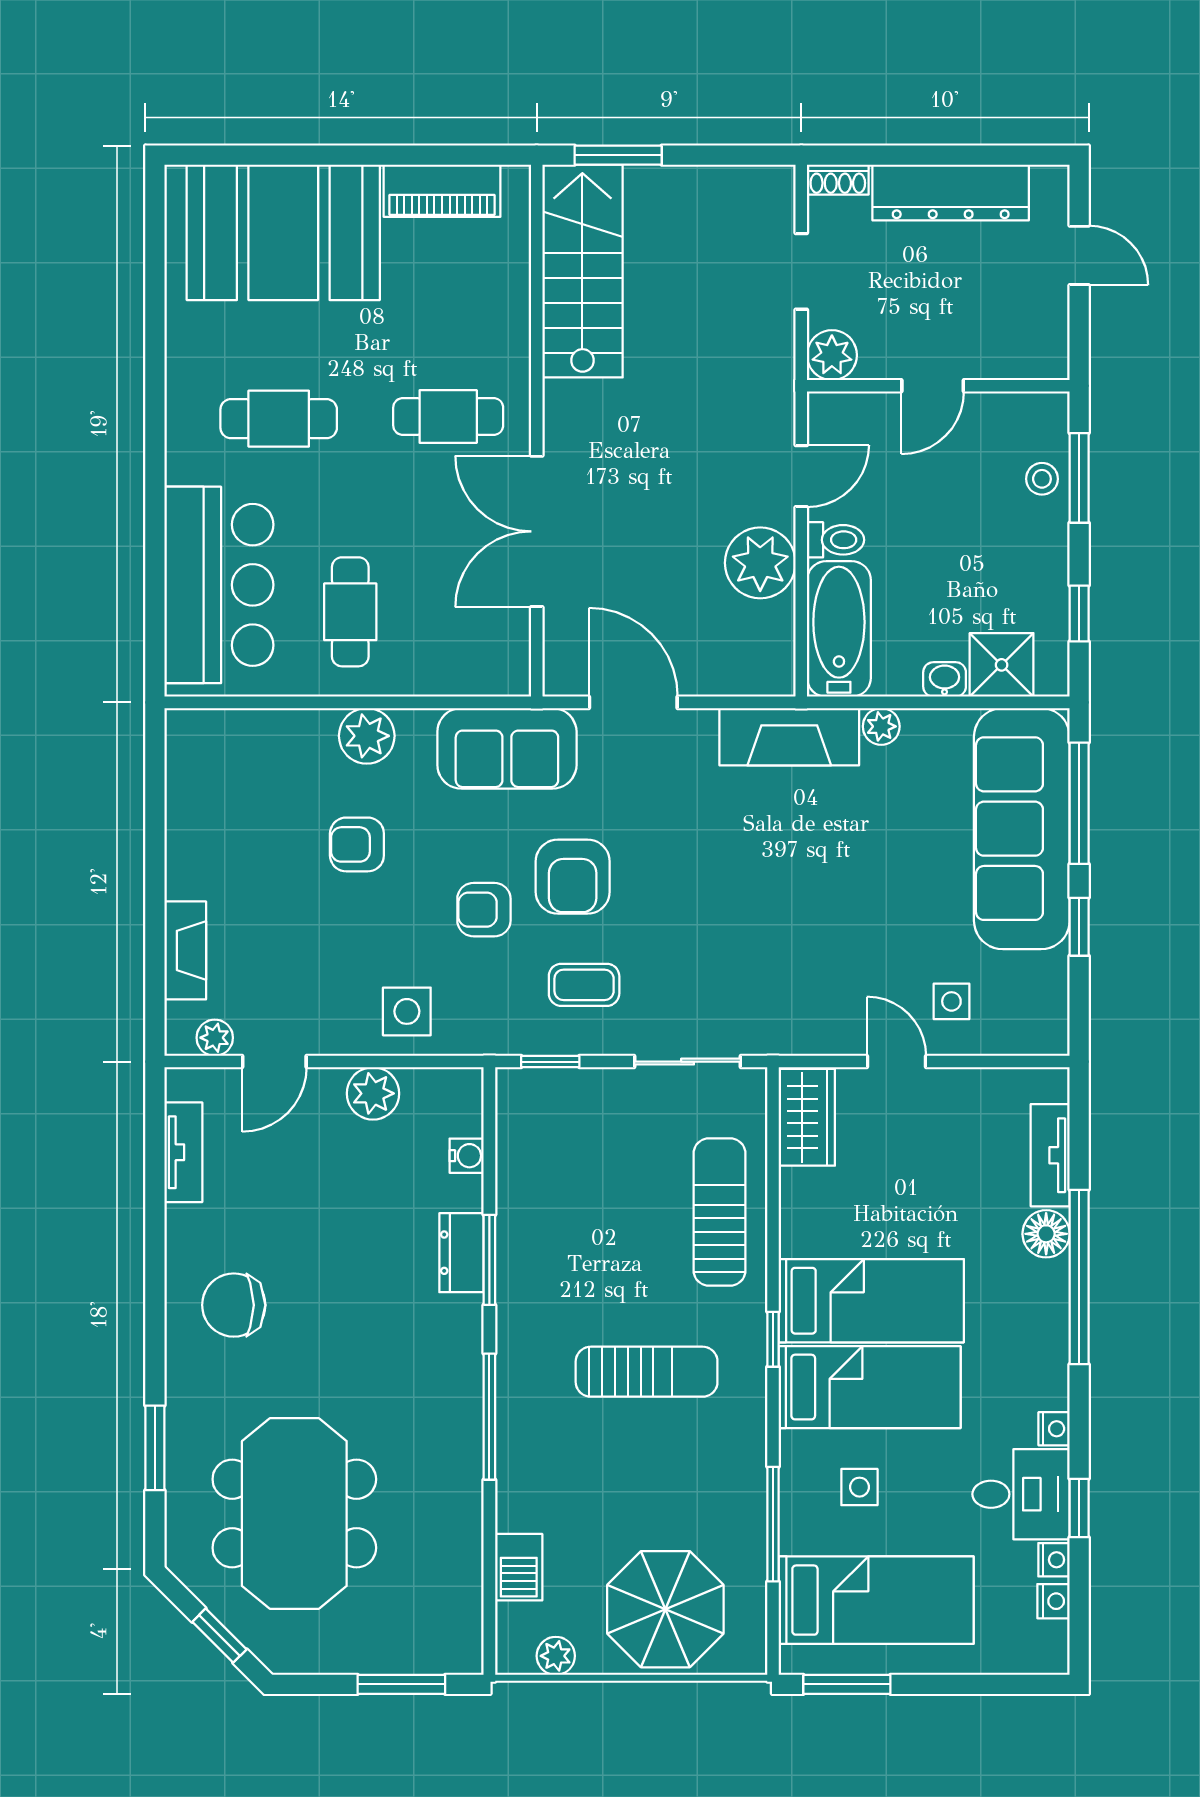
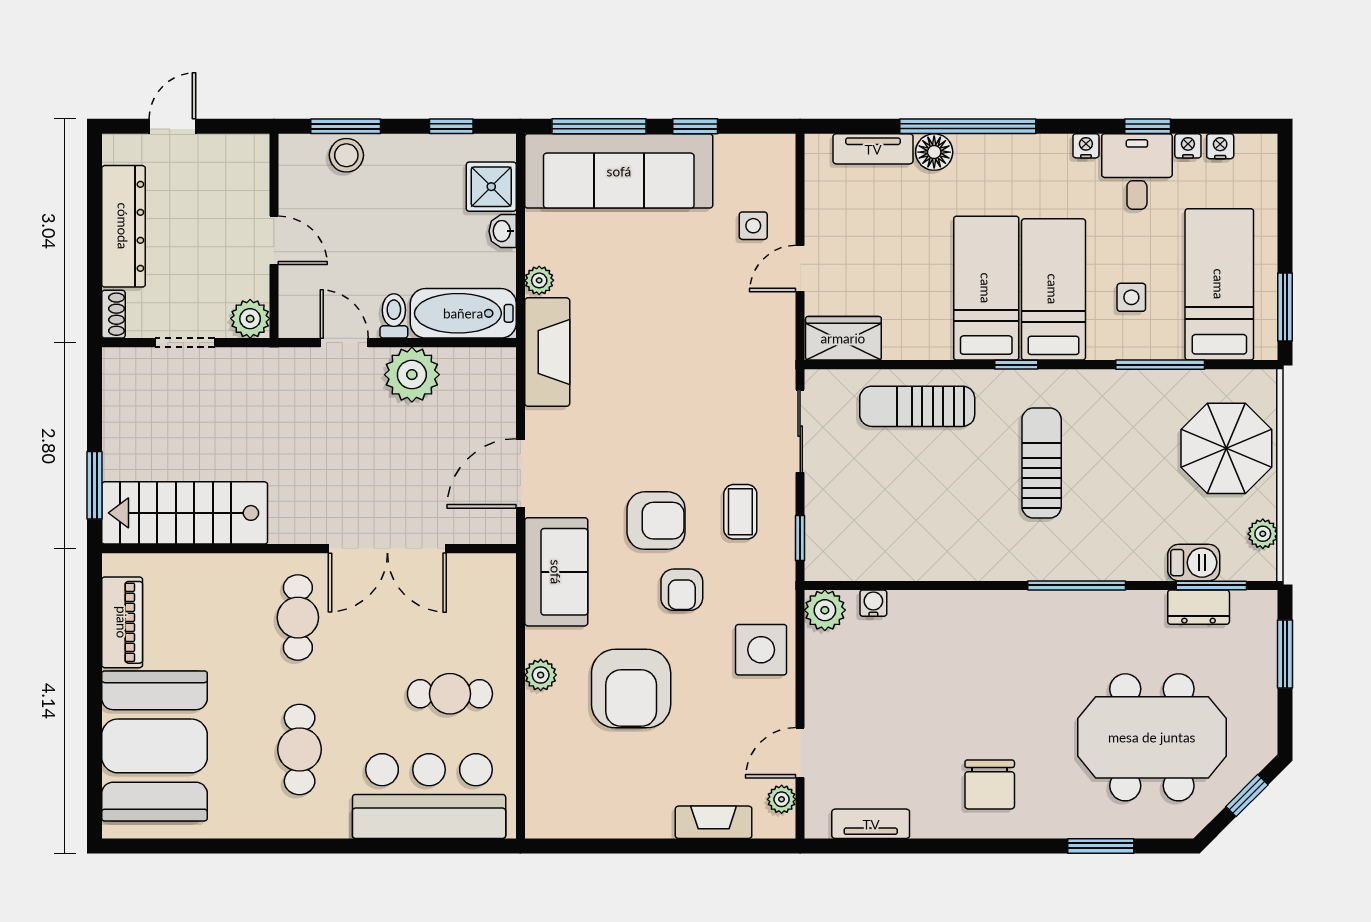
stool: (1042, 479) -> (346, 155), width x1.37, depth x1.37
plant: (367, 736) -> (541, 675), width x0.73, depth x0.73
armchair: (357, 844) -> (631, 689), width x1.88, depth x1.88
side table: (407, 1011) -> (761, 650), width x1.37, depth x1.37
door: (274, 1062) -> (800, 753), swing flipped
plant: (373, 1093) -> (825, 610), moved
dresser: (462, 1253) -> (1199, 607), moved
window: (489, 1260) -> (1211, 585), moved

